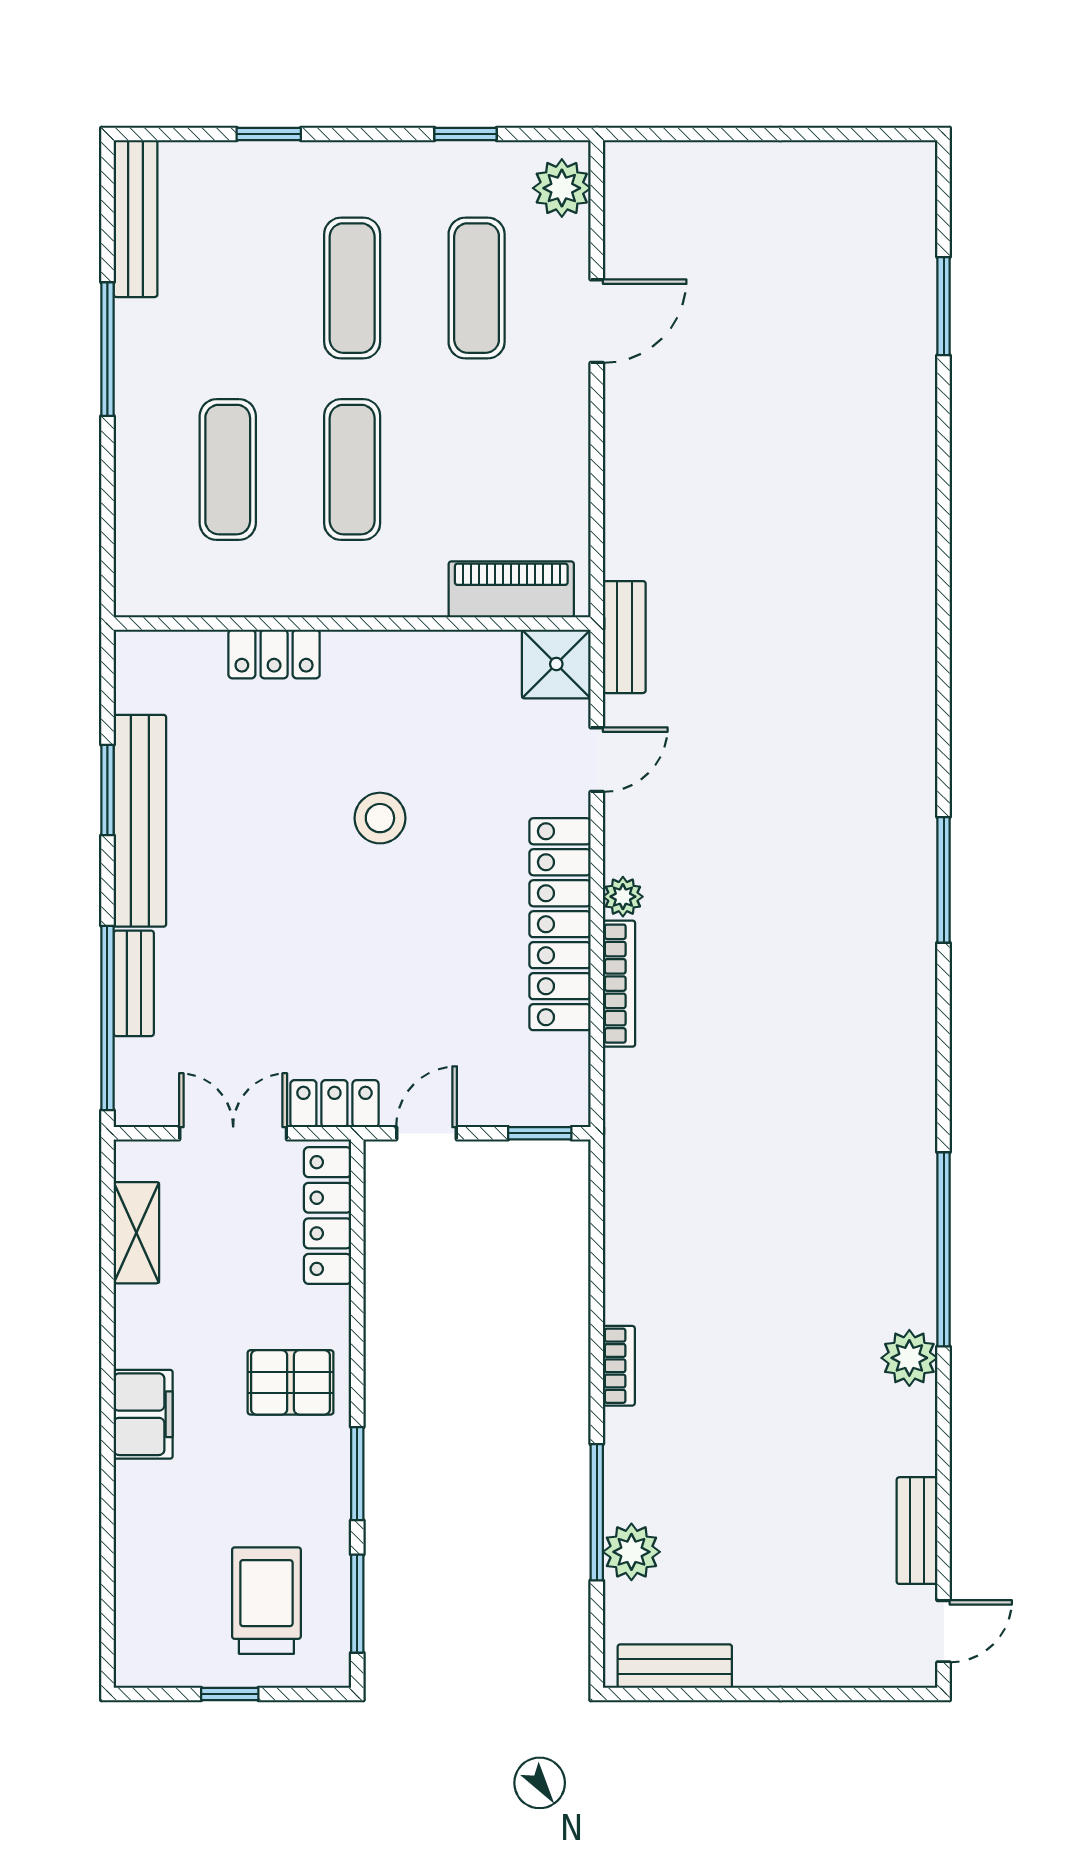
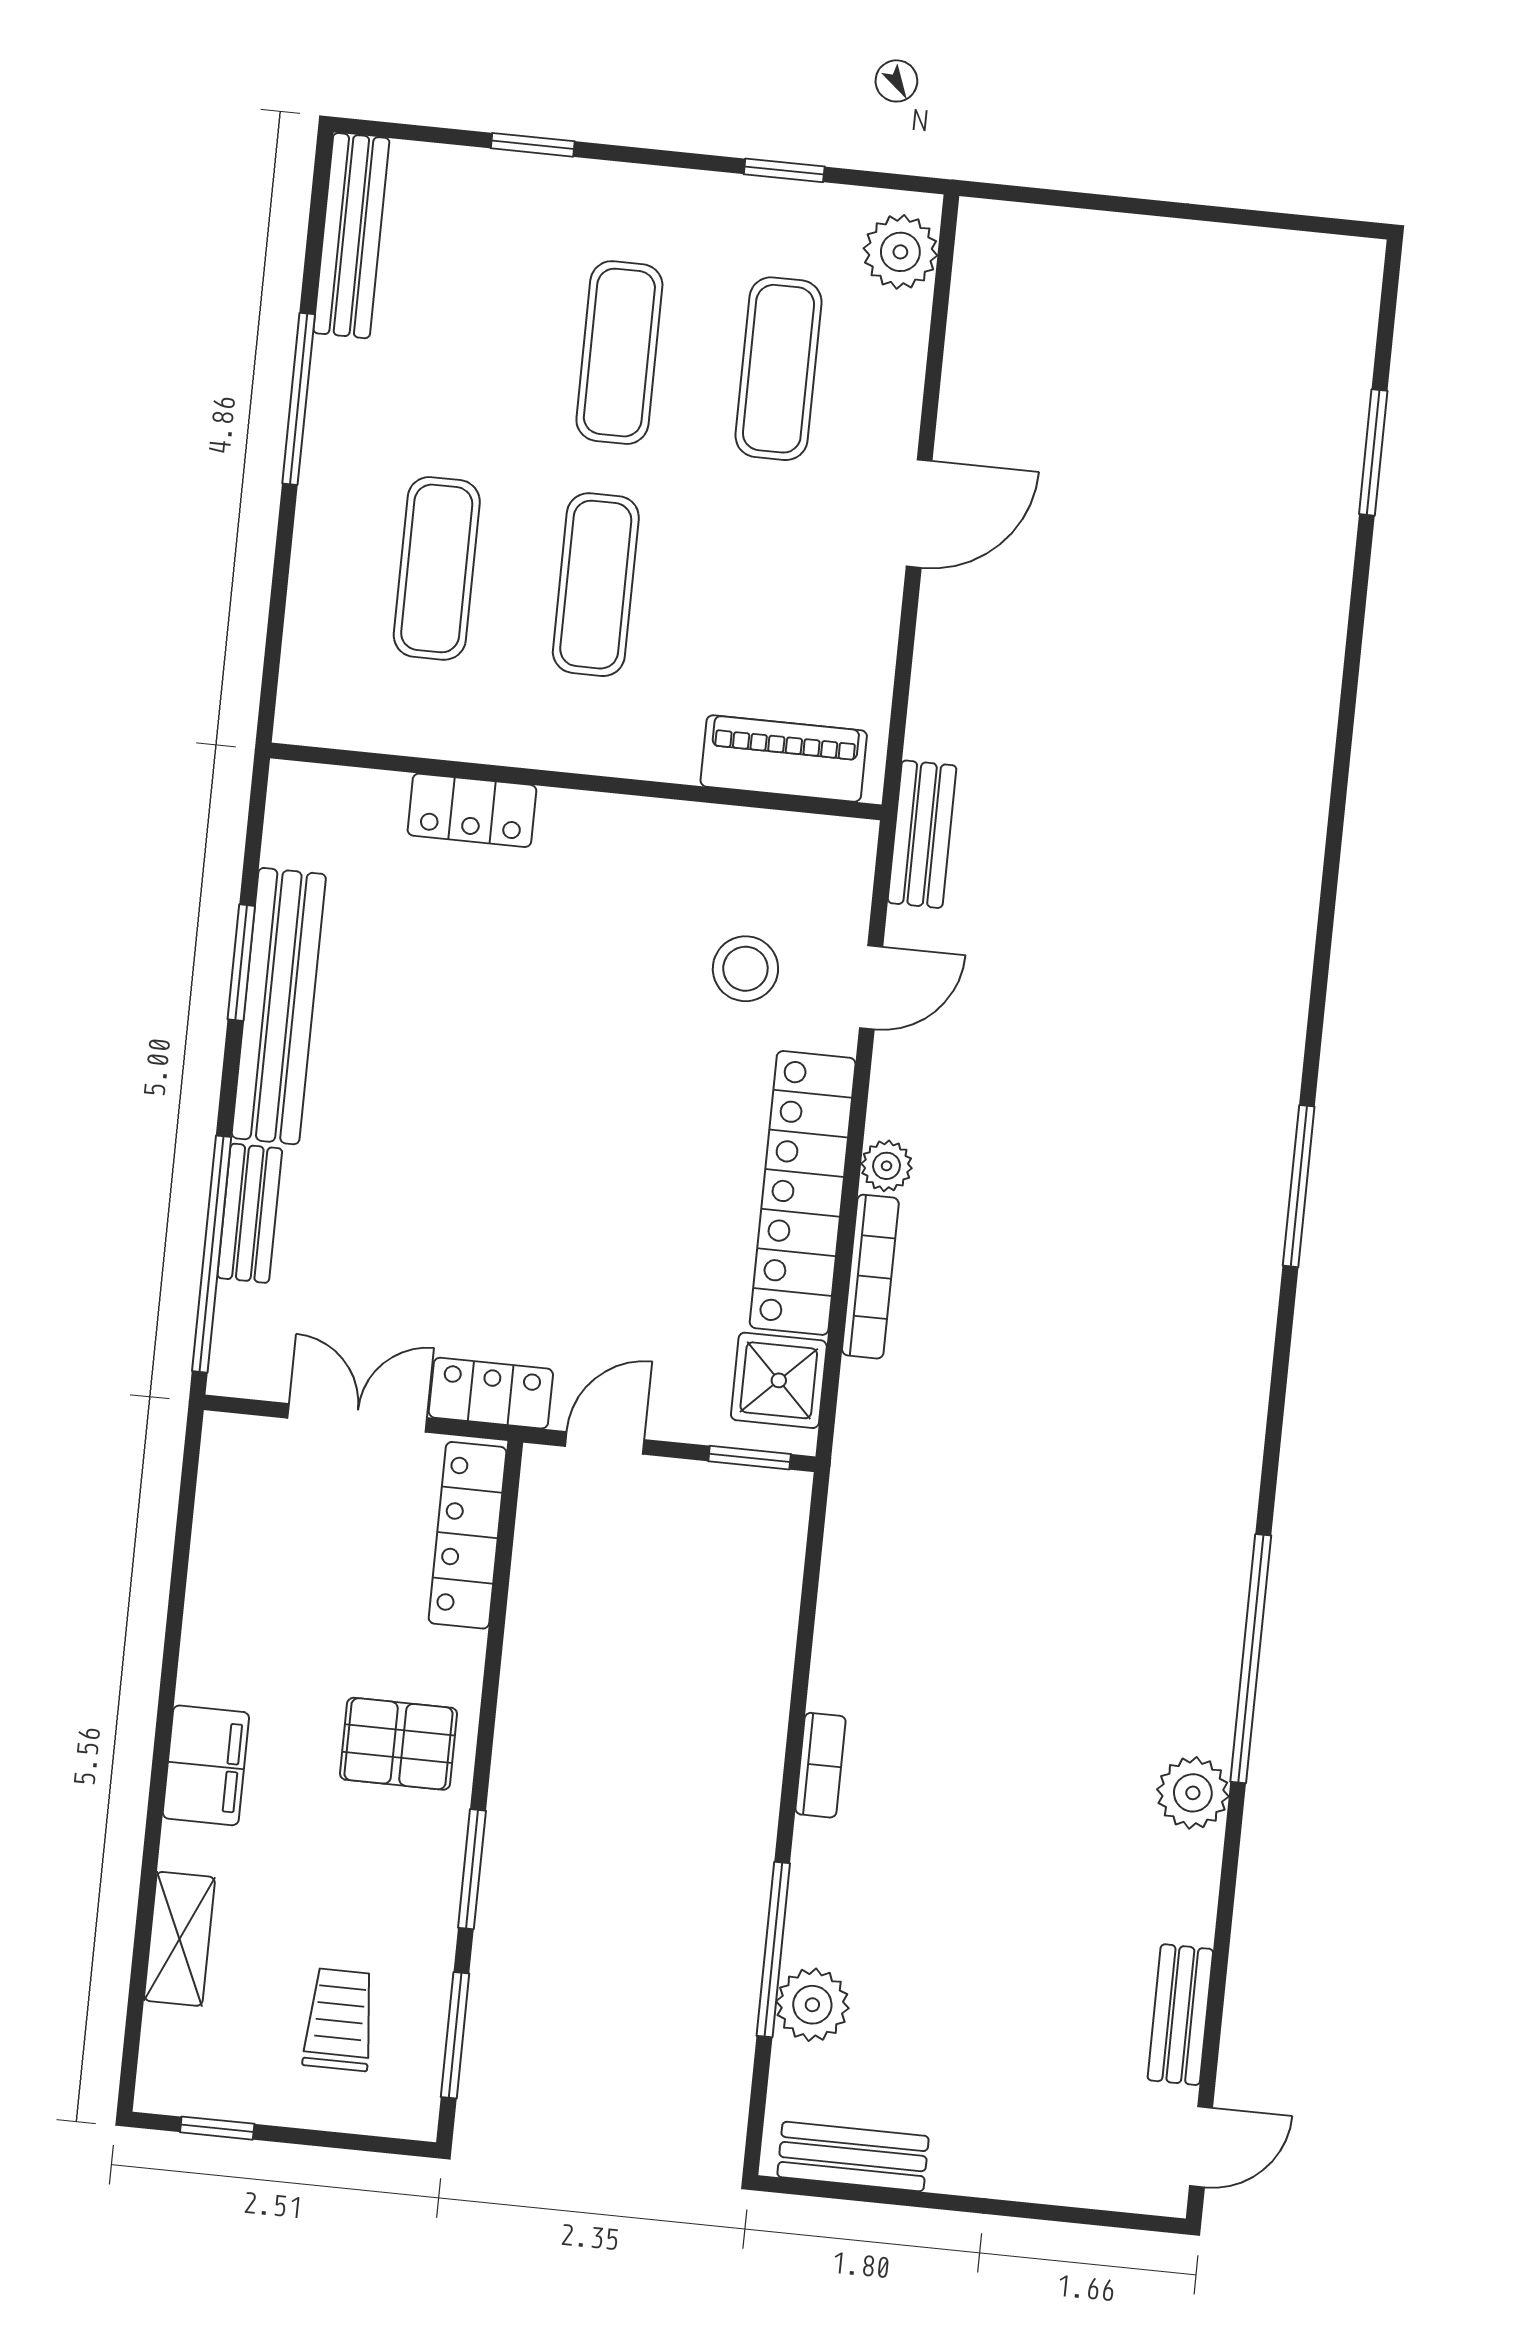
door: (597, 321) -> (919, 514), moved
shower: (556, 664) -> (779, 1380), moved
stool: (380, 818) -> (745, 969), moved
shelving: (136, 1233) -> (179, 1939), moved
trolley: (266, 1601) -> (339, 2020), width x0.73, depth x0.72
window: (230, 1694) -> (217, 2128), moved

